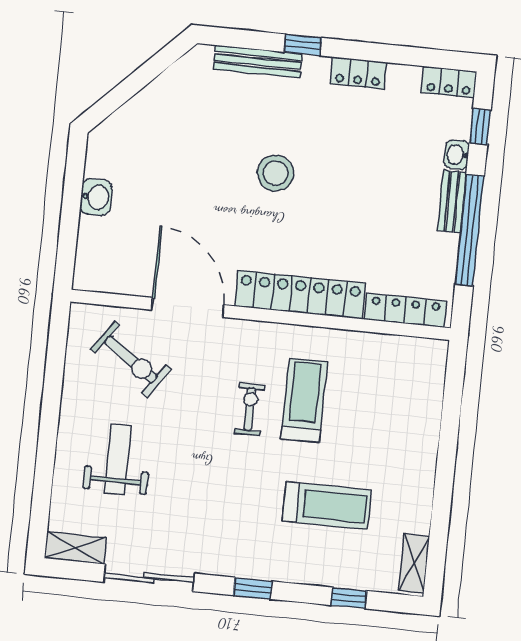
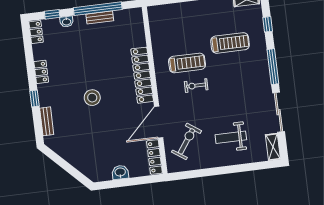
bench: (258, 61) -> (47, 121), width x0.73
bench: (452, 202) -> (100, 17), moved
locker: (405, 310) -> (154, 157), moved
treadmill: (304, 400) -> (187, 63), turned 180
treadmill: (327, 506) -> (230, 43), turned 90
window: (253, 588) -> (273, 67), width x2.17

